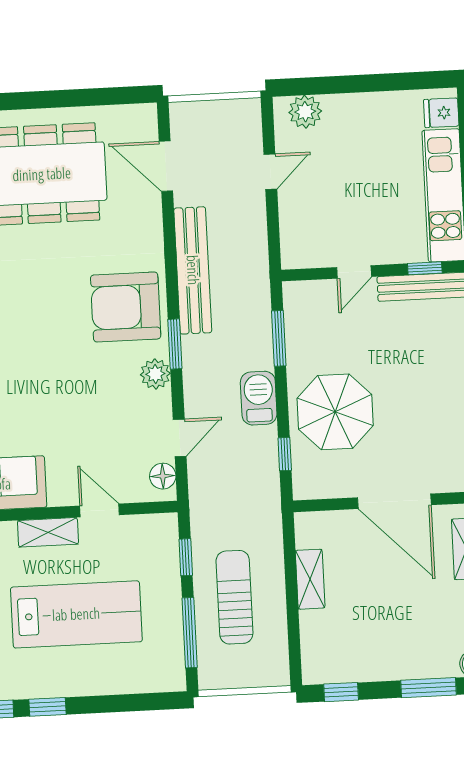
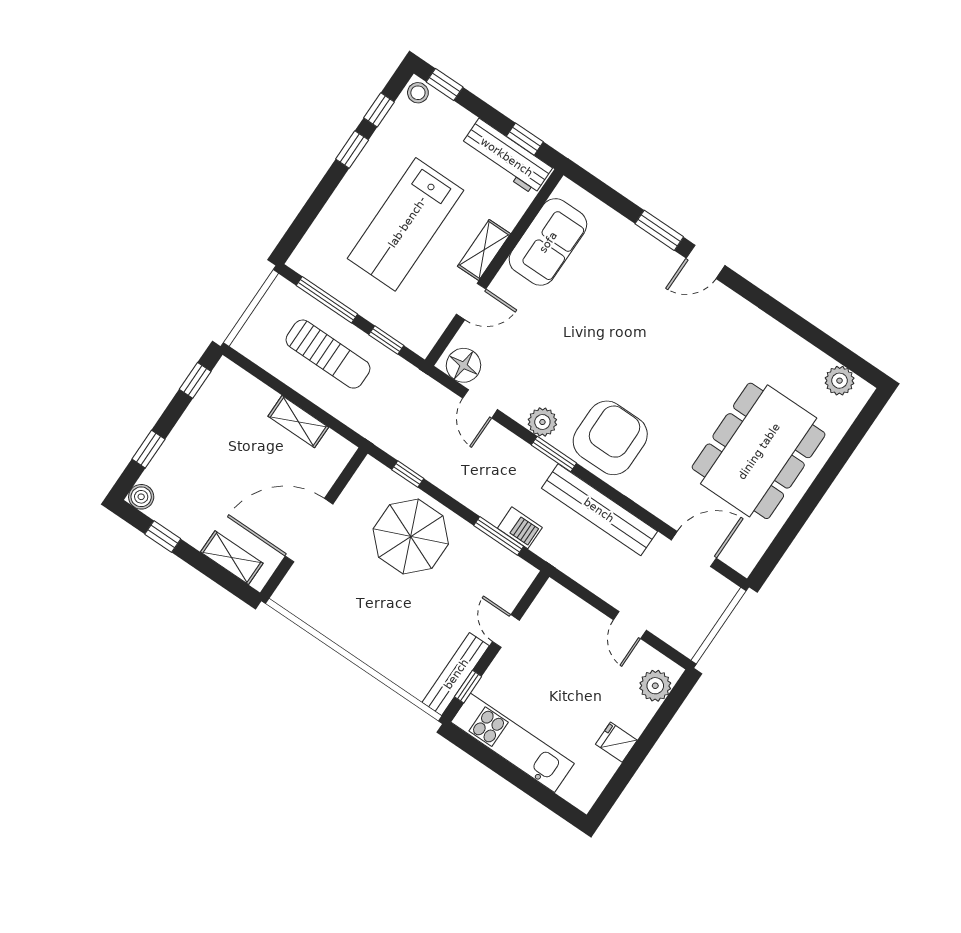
fridge: (441, 113) -> (616, 742), moved, turned -90
barbecue: (259, 398) -> (520, 528), moved, width x0.73, depth x0.79
floor lamp: (163, 476) -> (463, 365), width x1.38, depth x1.38
window: (428, 688) -> (148, 449), width x0.67

